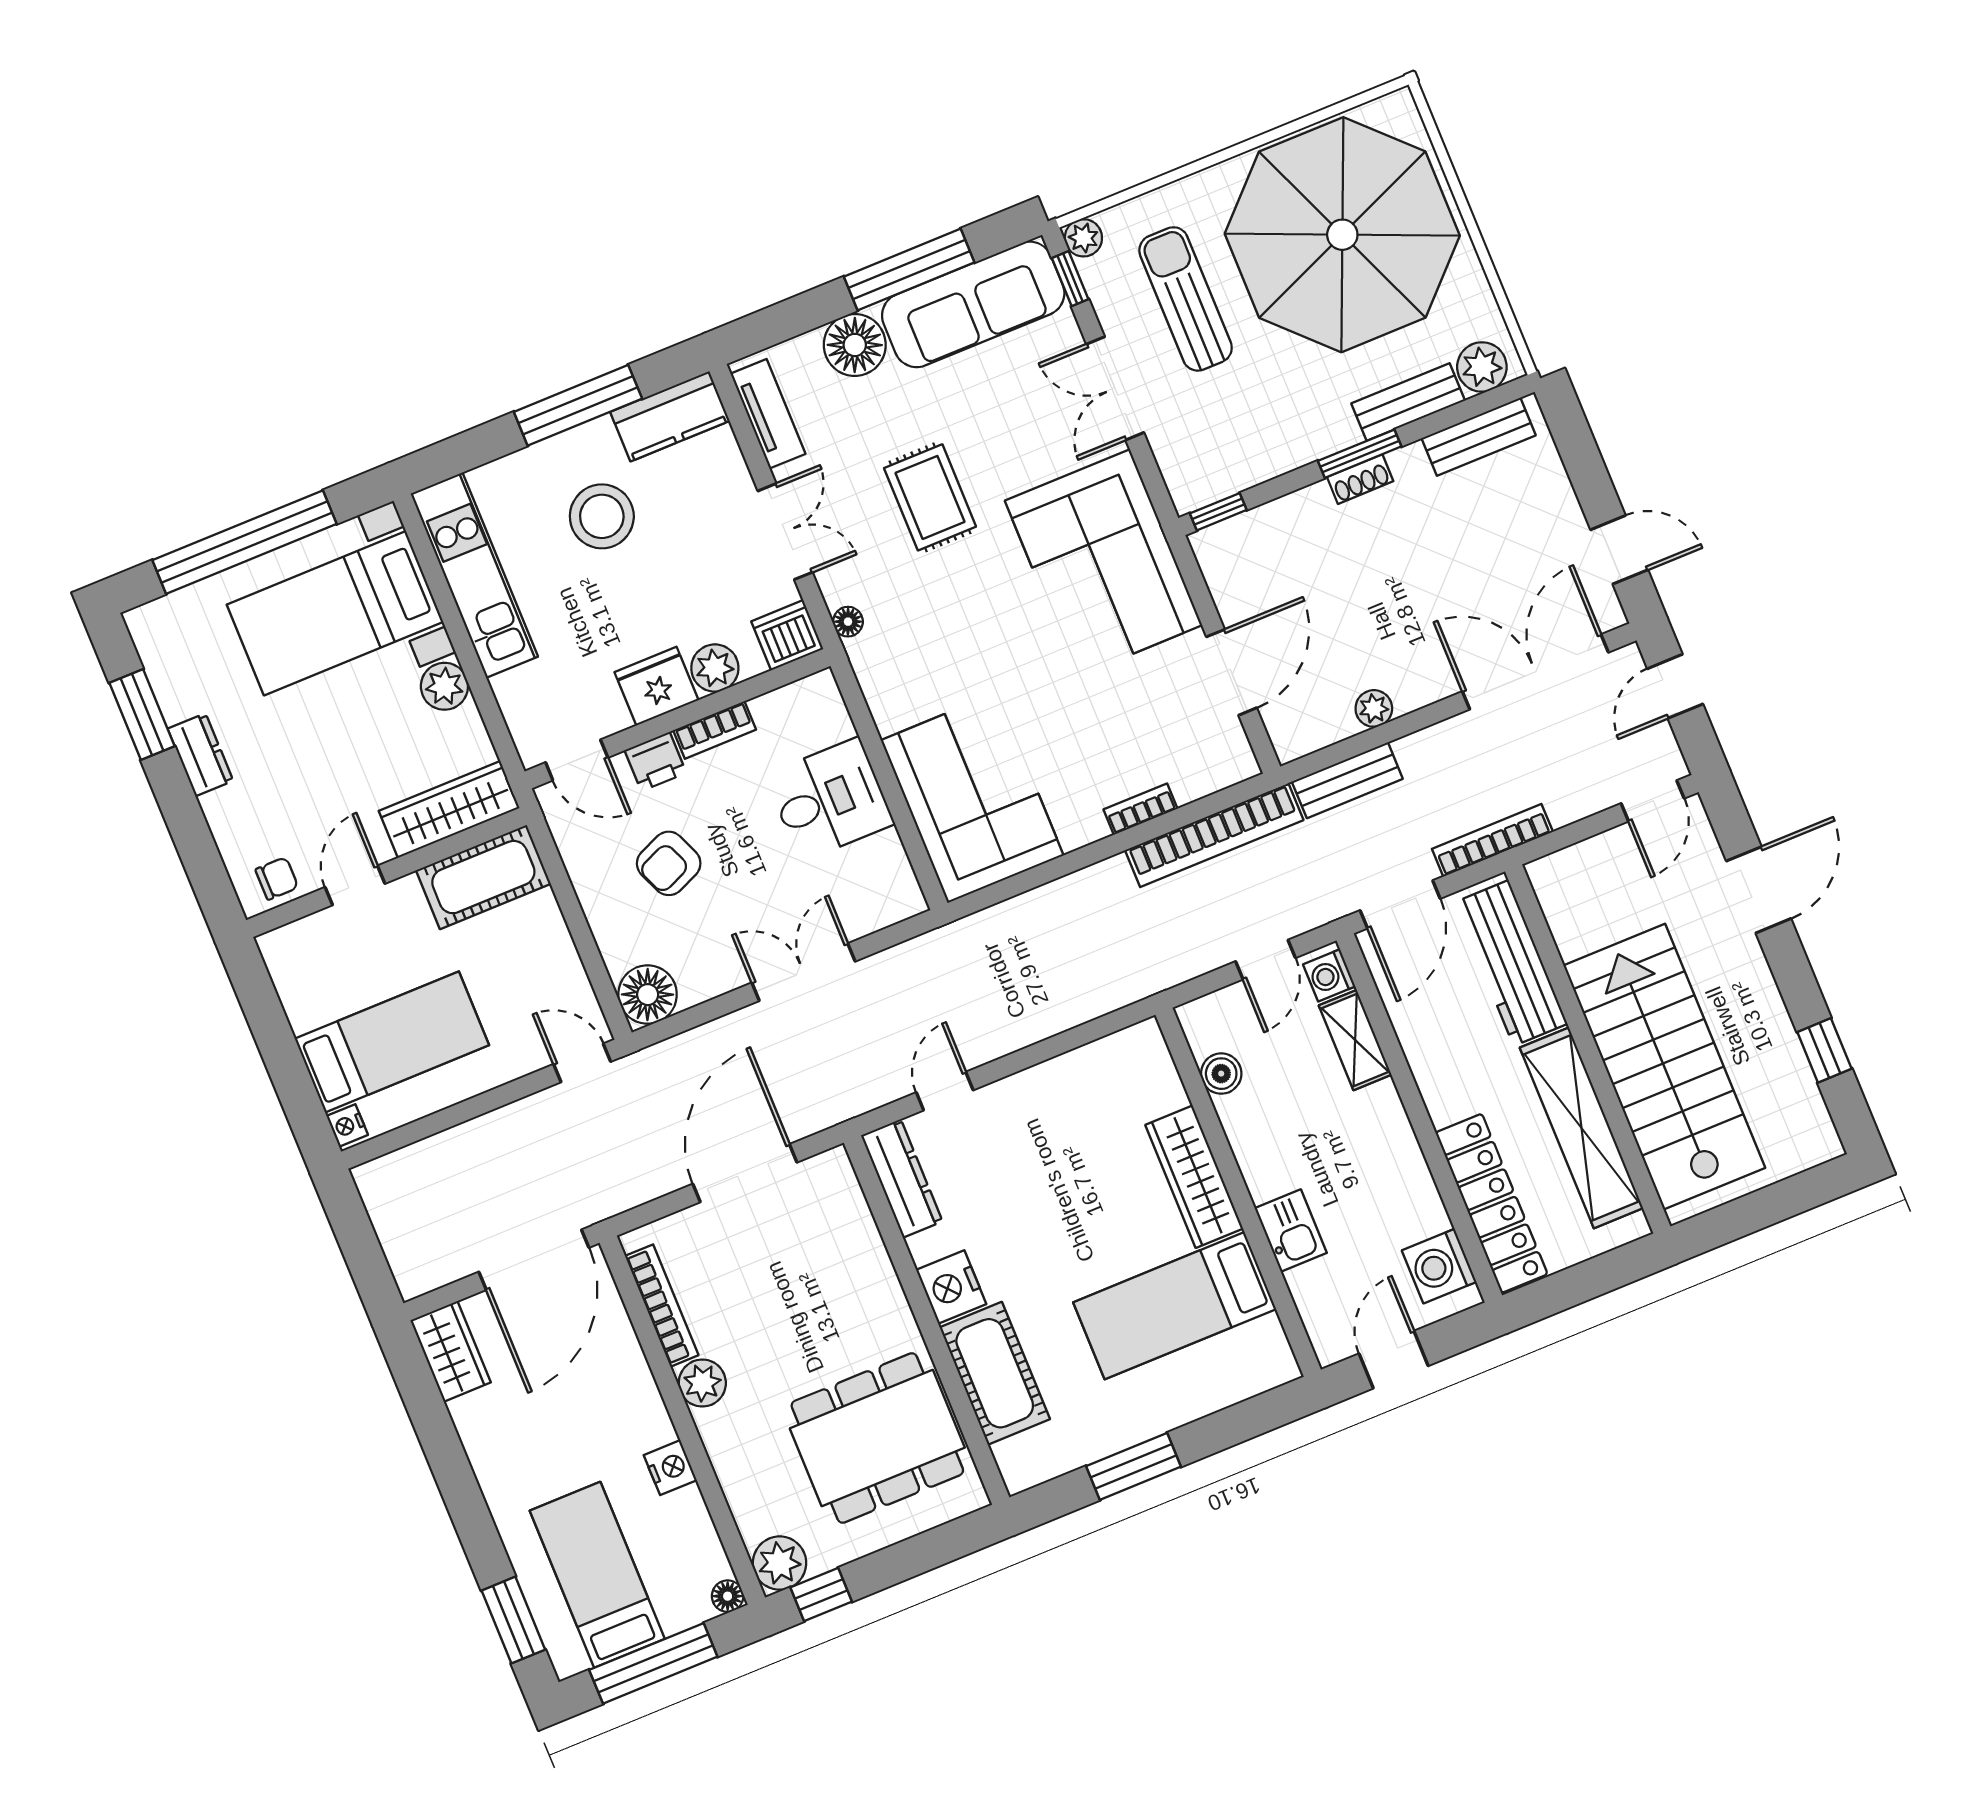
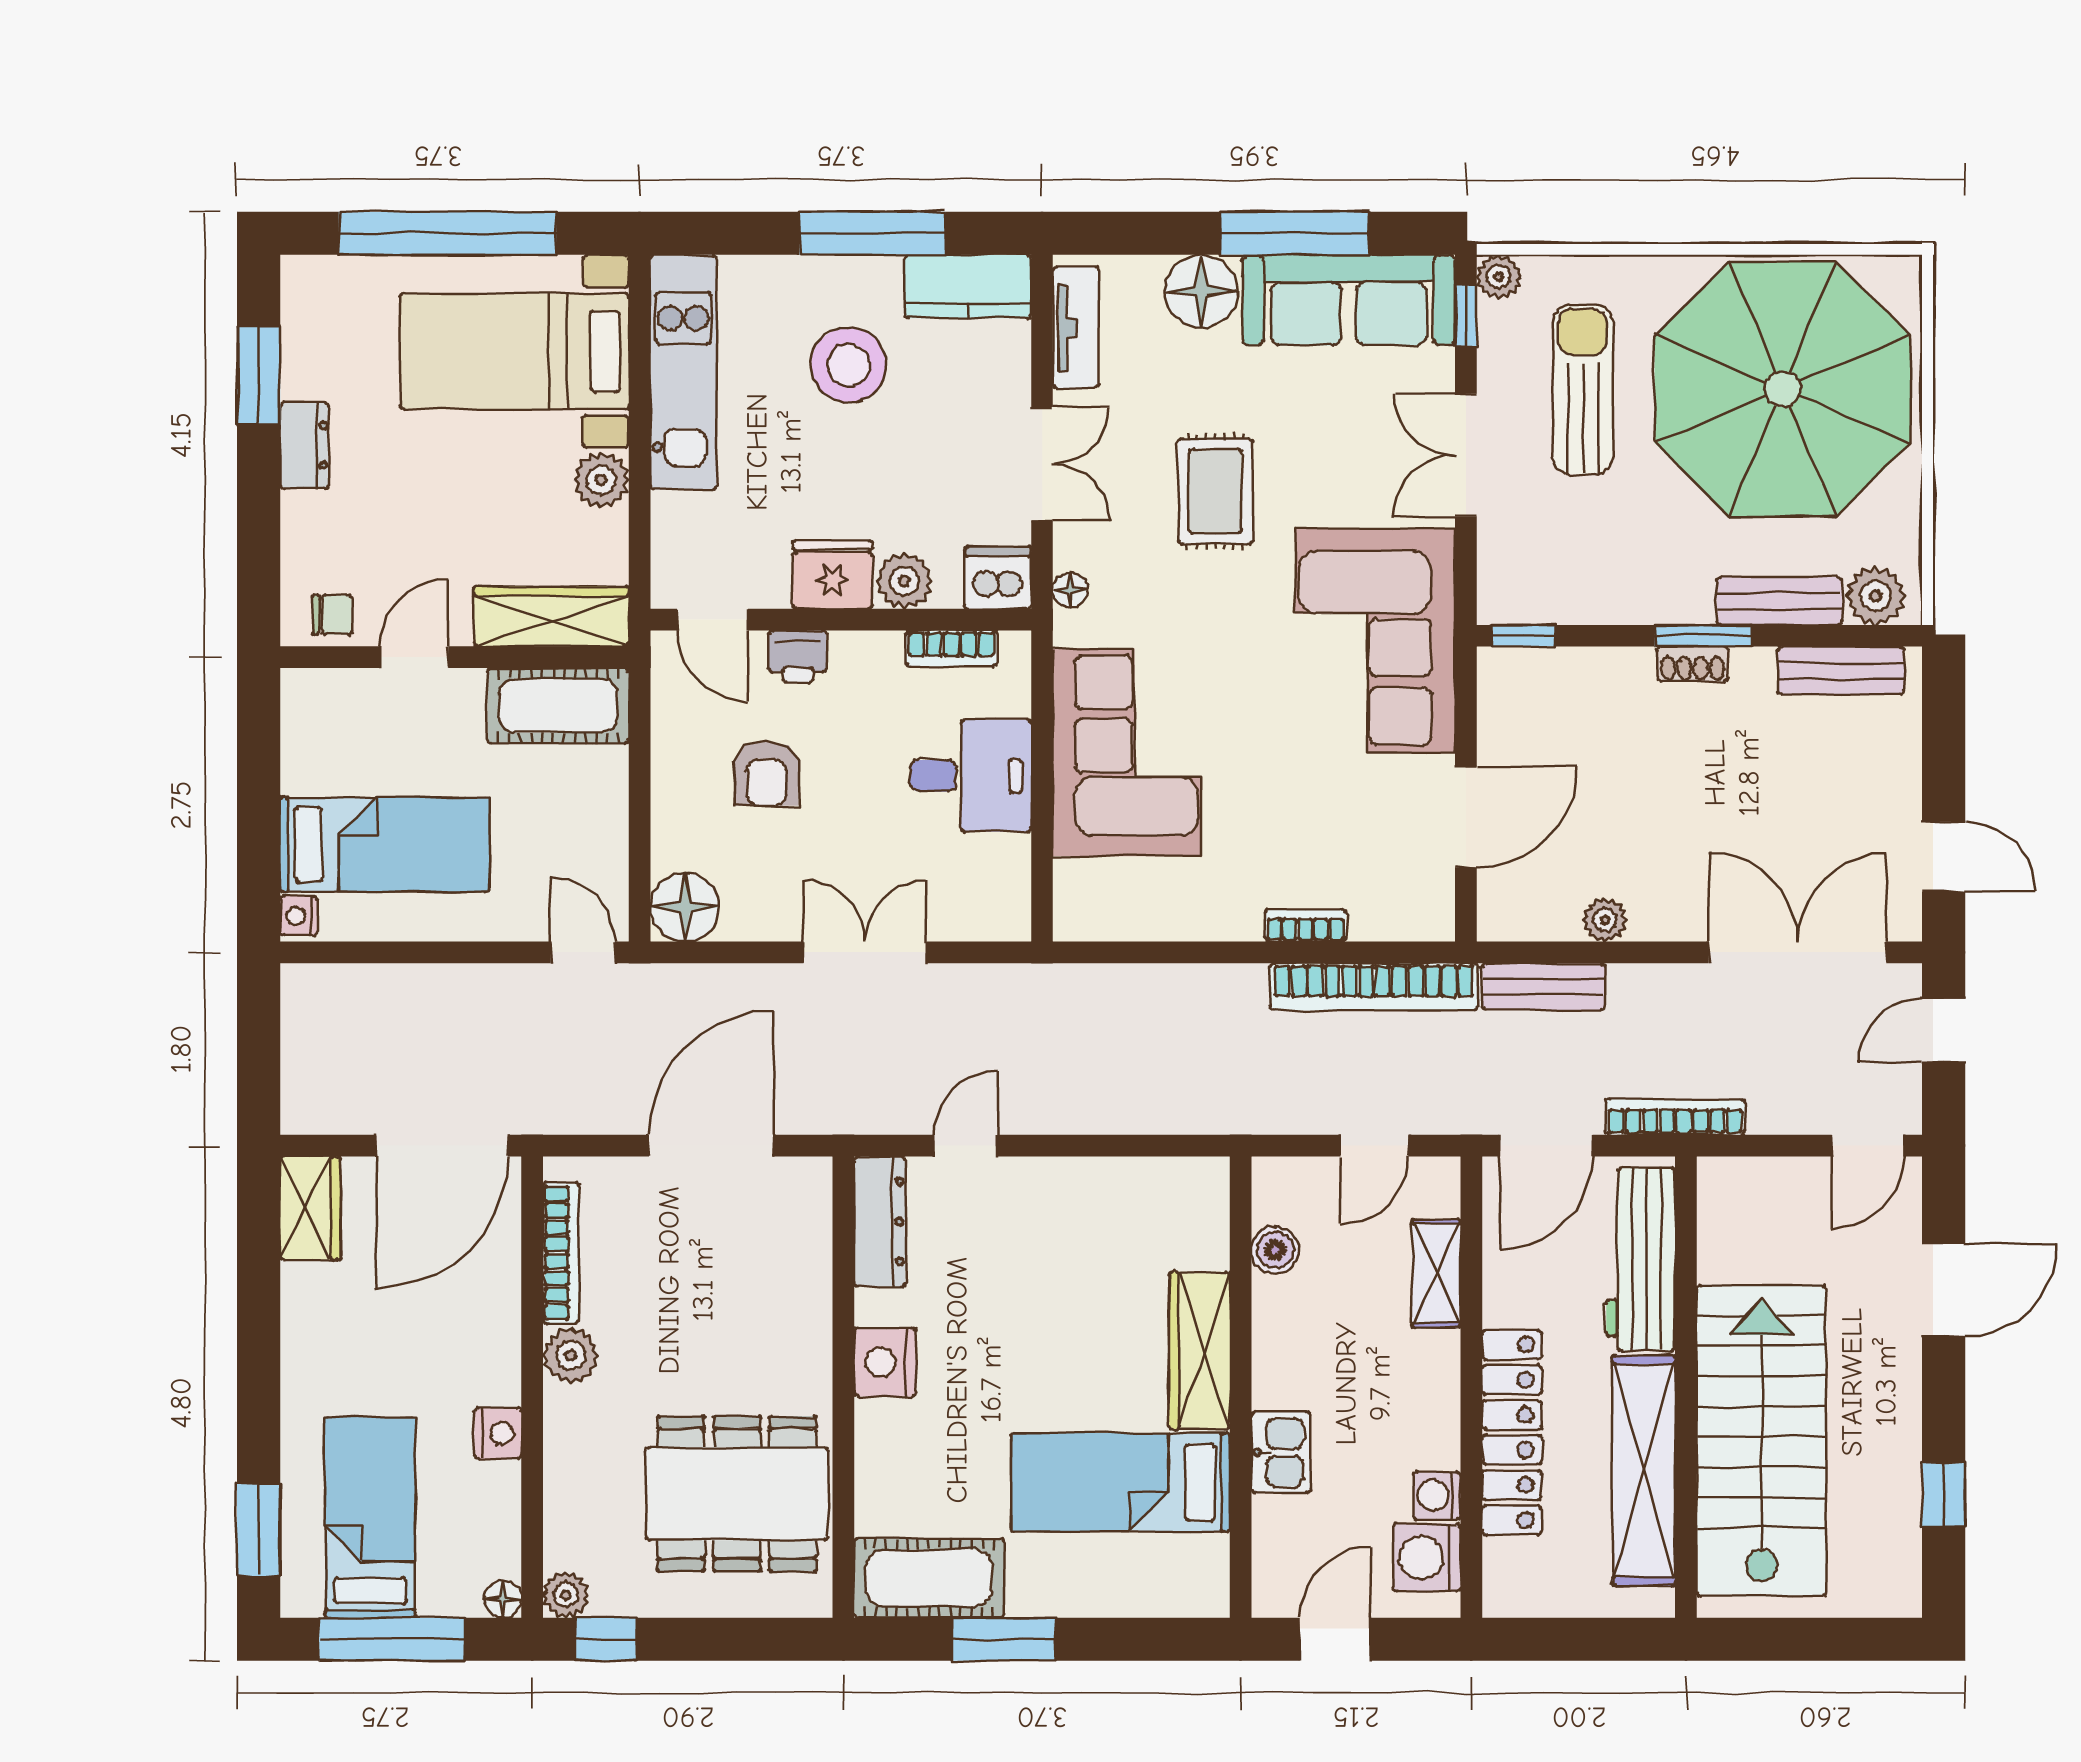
bookcase: (715, 730) -> (951, 649), moved
corner sofa: (972, 798) -> (1127, 752), moved
armchair: (669, 863) -> (766, 774), turned -67
washing machine: (1329, 975) -> (1437, 1496), moved
locker: (1491, 1203) -> (1512, 1432), moved
cot: (995, 1373) -> (929, 1578), moved, turned 90
plant: (780, 1563) -> (566, 1595), width x0.73, depth x0.73

